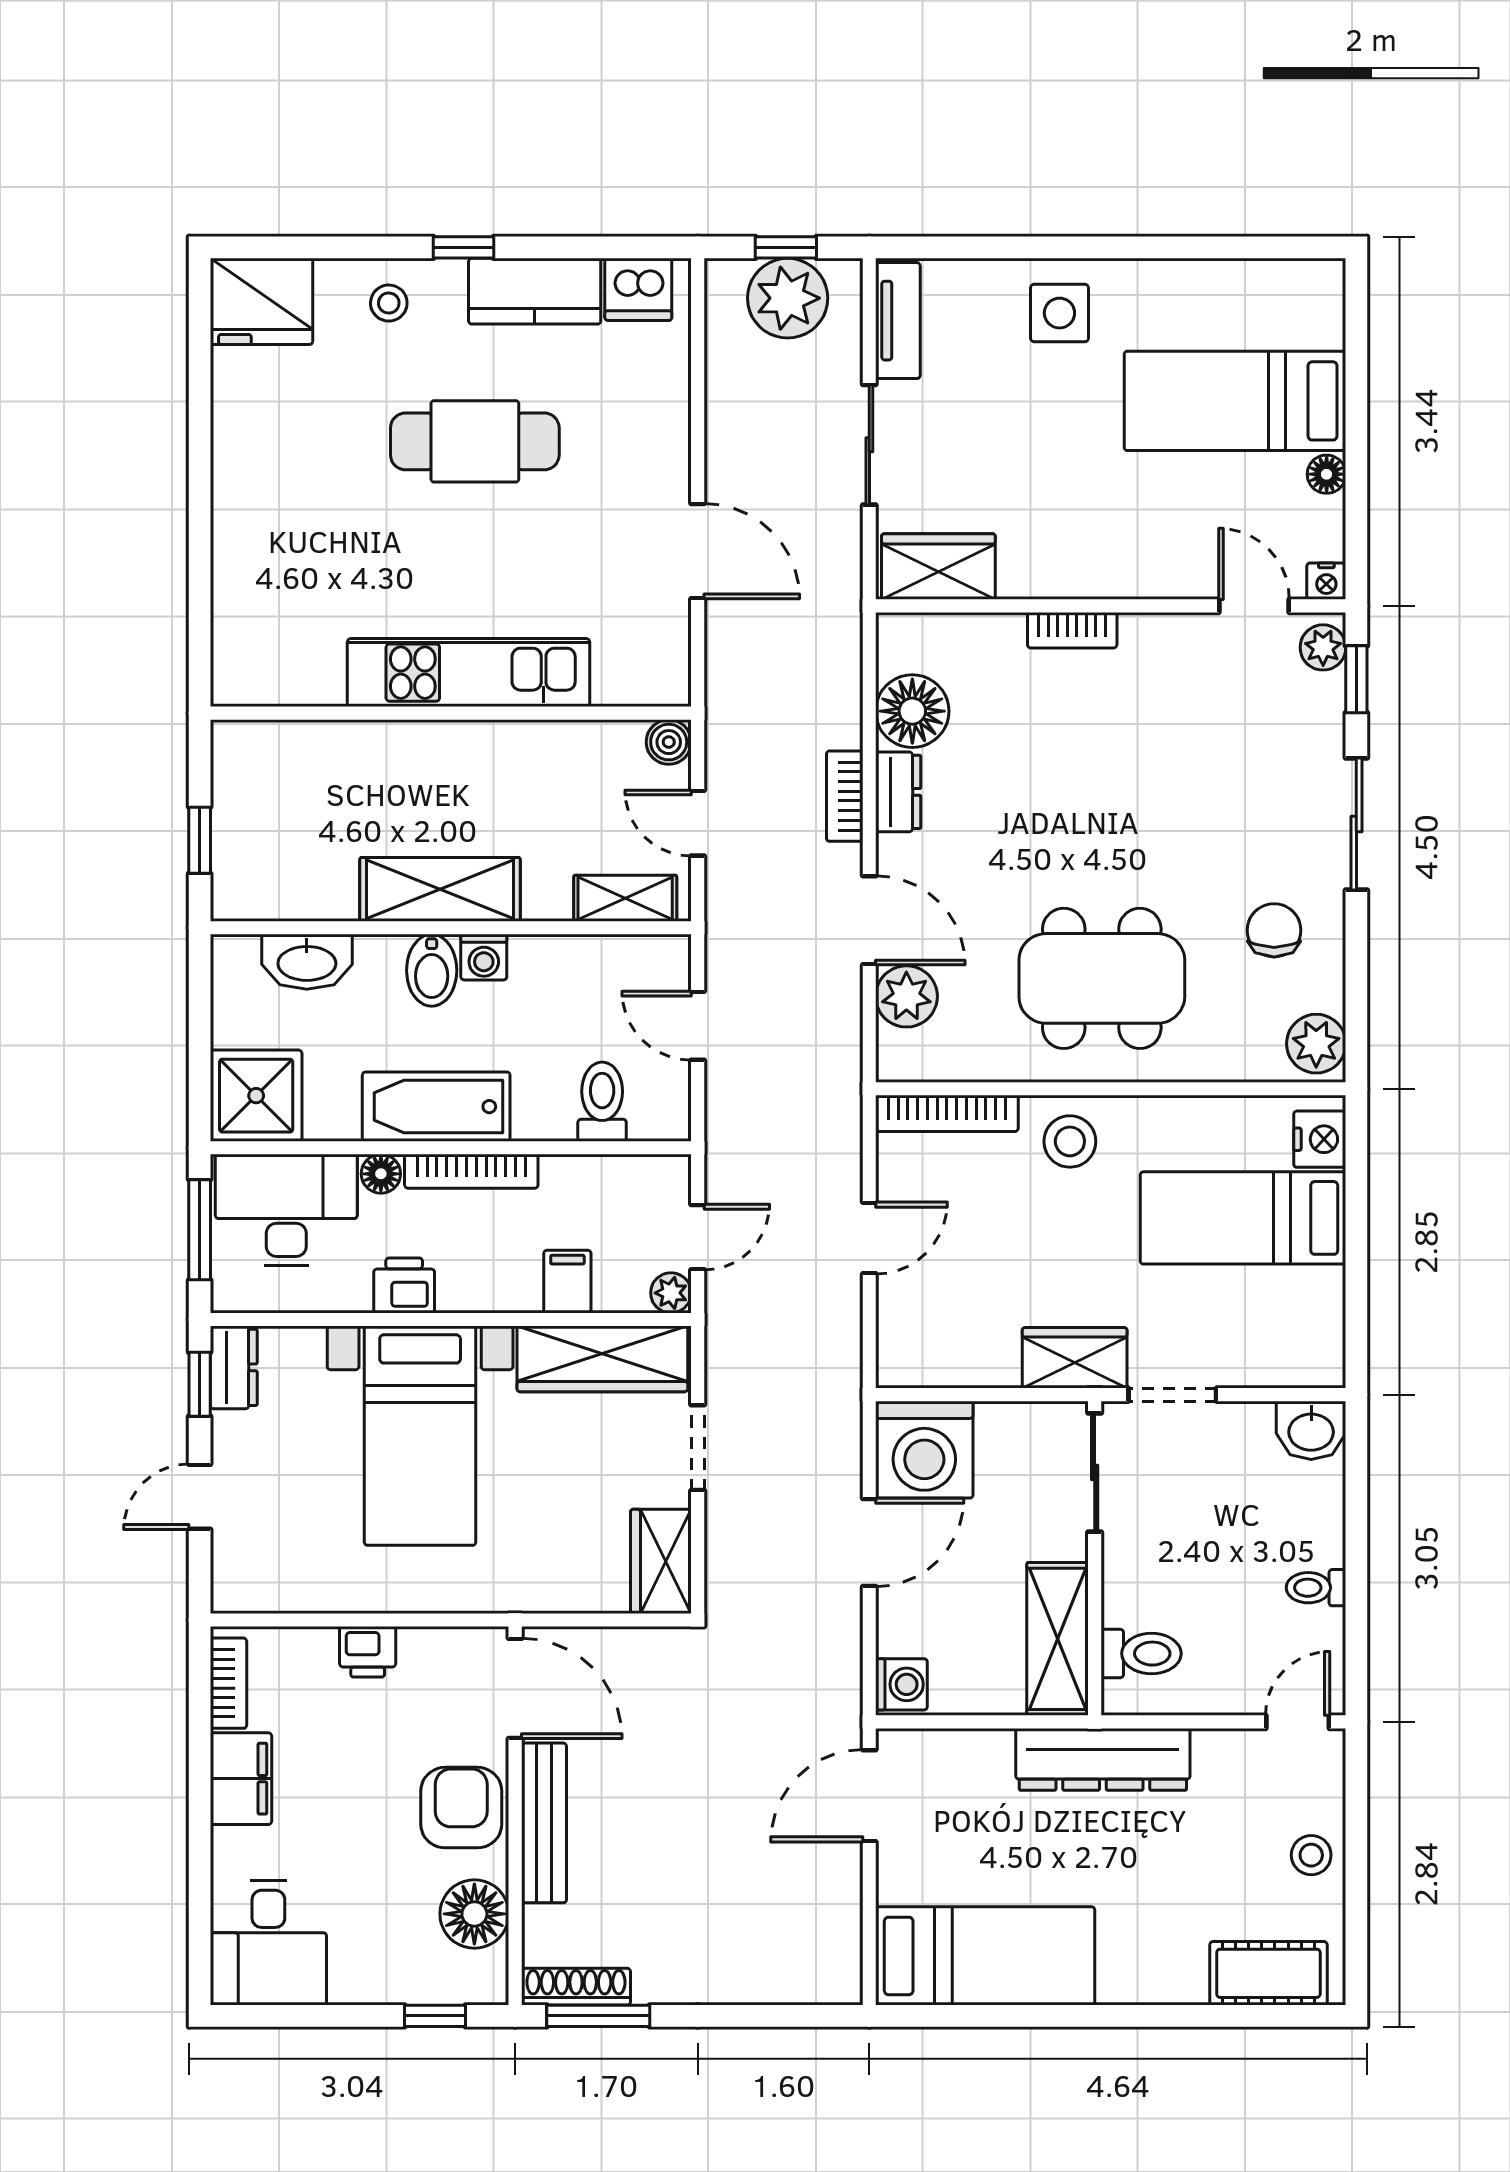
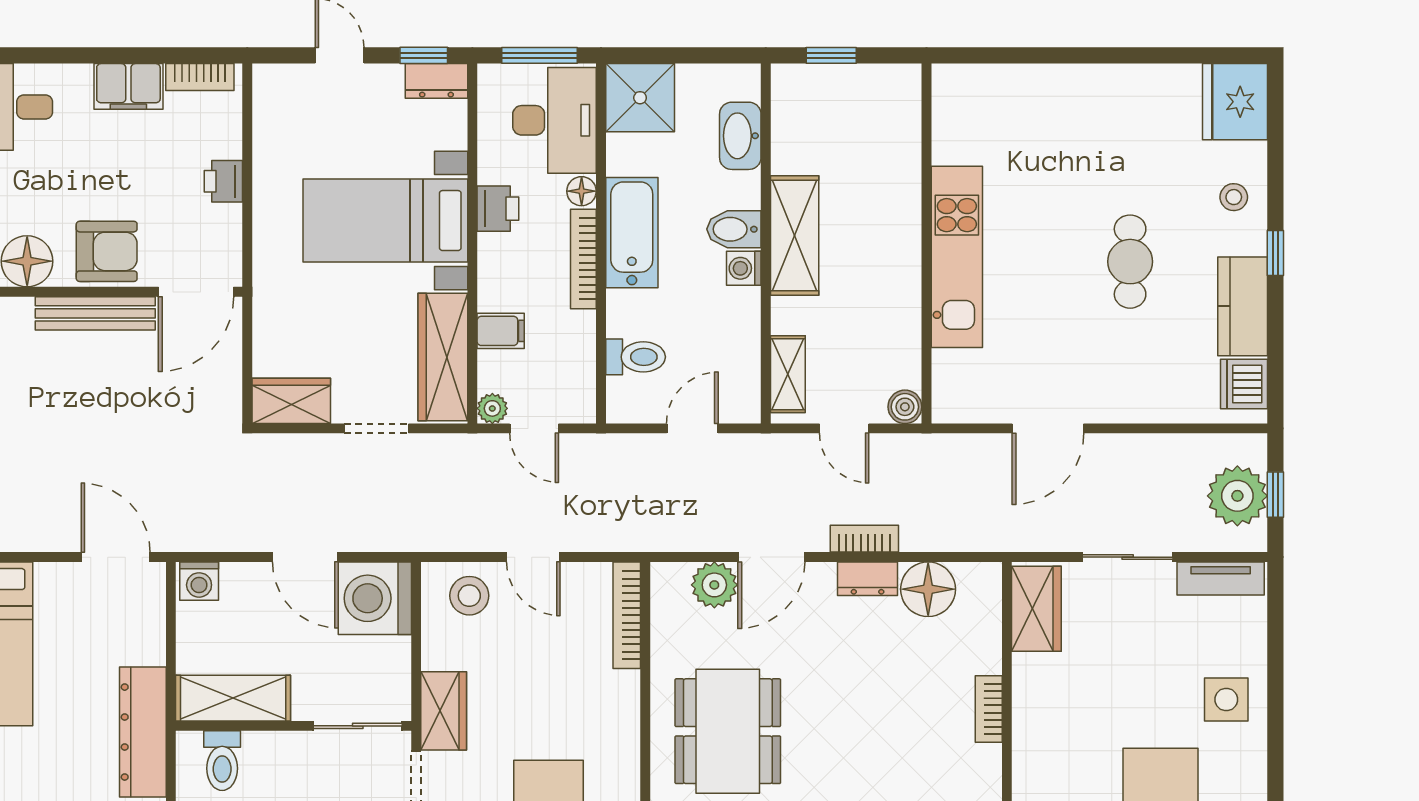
cafe table: (475, 441) -> (1130, 262), width x0.73, depth x0.74
door: (698, 823) -> (844, 428), swing flipped
stool: (1070, 1141) -> (469, 596), moved

